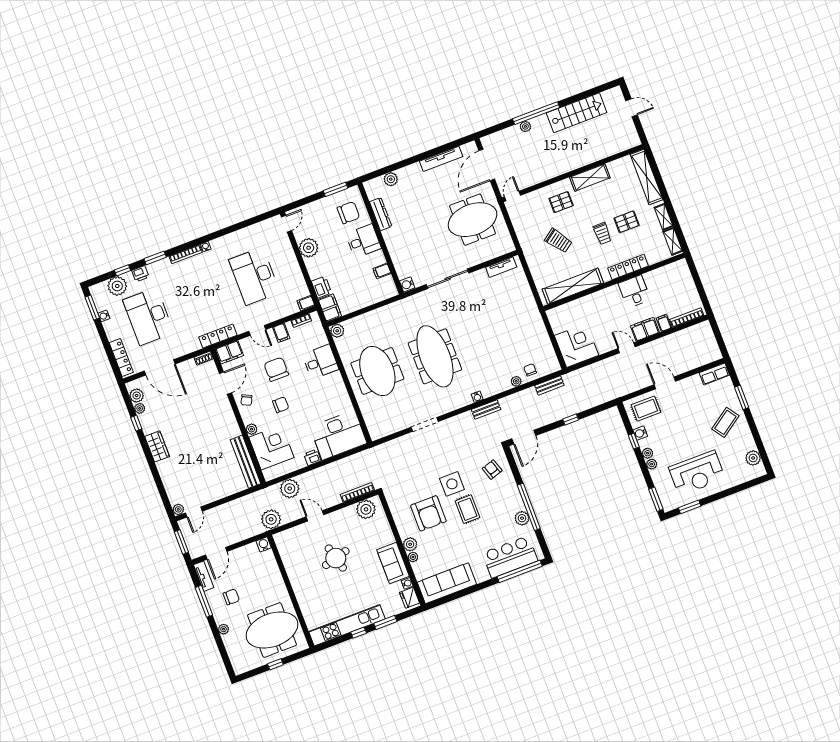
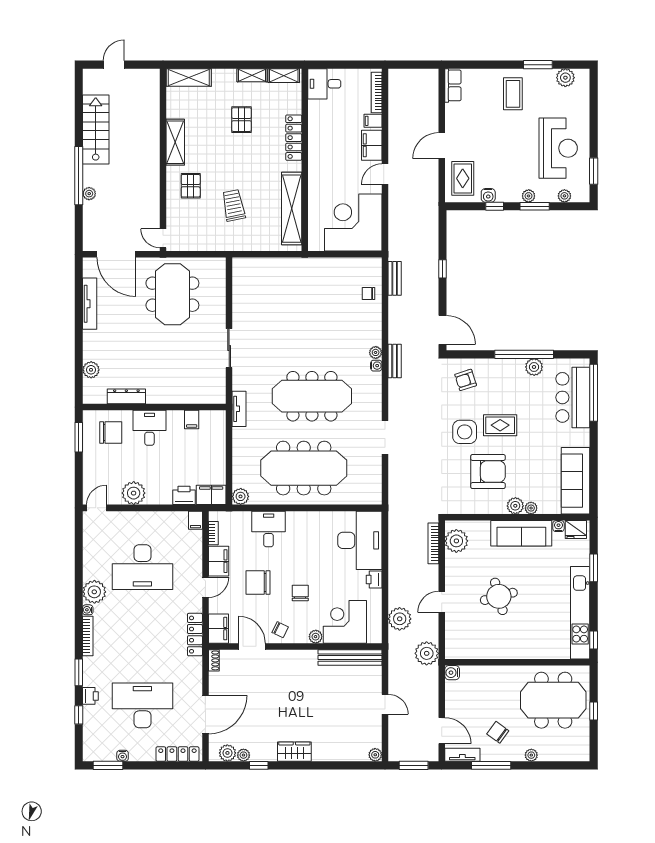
shelving: (647, 177) -> (189, 77), width x0.68
chair: (348, 213) -> (111, 432), turned 90
door: (286, 224) -> (97, 508), hinge flipped
trolley: (602, 233) -> (244, 152), removed
trolley: (558, 241) -> (234, 205), turned -65
tv unit: (501, 267) -> (239, 409), moved
sliding door: (448, 279) -> (229, 348), width x0.73
water cooler: (407, 284) -> (218, 397), removed
plant: (117, 286) -> (94, 592), moved
desk: (634, 291) -> (324, 84), moved
desk: (148, 316) -> (142, 705), turned 180
filing cabinet: (281, 333) -> (219, 561), width x2.00
corner desk: (577, 345) -> (353, 223), width x1.36, depth x1.36
meeting table: (377, 371) -> (304, 468), width x1.36
plant: (516, 381) -> (376, 352), moved
window: (742, 397) -> (538, 65), moved
coffee table: (725, 422) -> (513, 94), turned 35
plant: (648, 453) -> (564, 196), moved
window: (656, 499) -> (535, 206), moved
door: (194, 512) -> (385, 704), moved
sofa: (393, 563) -> (521, 533), width x1.36
chair: (231, 597) -> (498, 732), turned -54
meeting table: (272, 630) -> (553, 700), turned 90
window: (359, 633) -> (594, 640), moved

